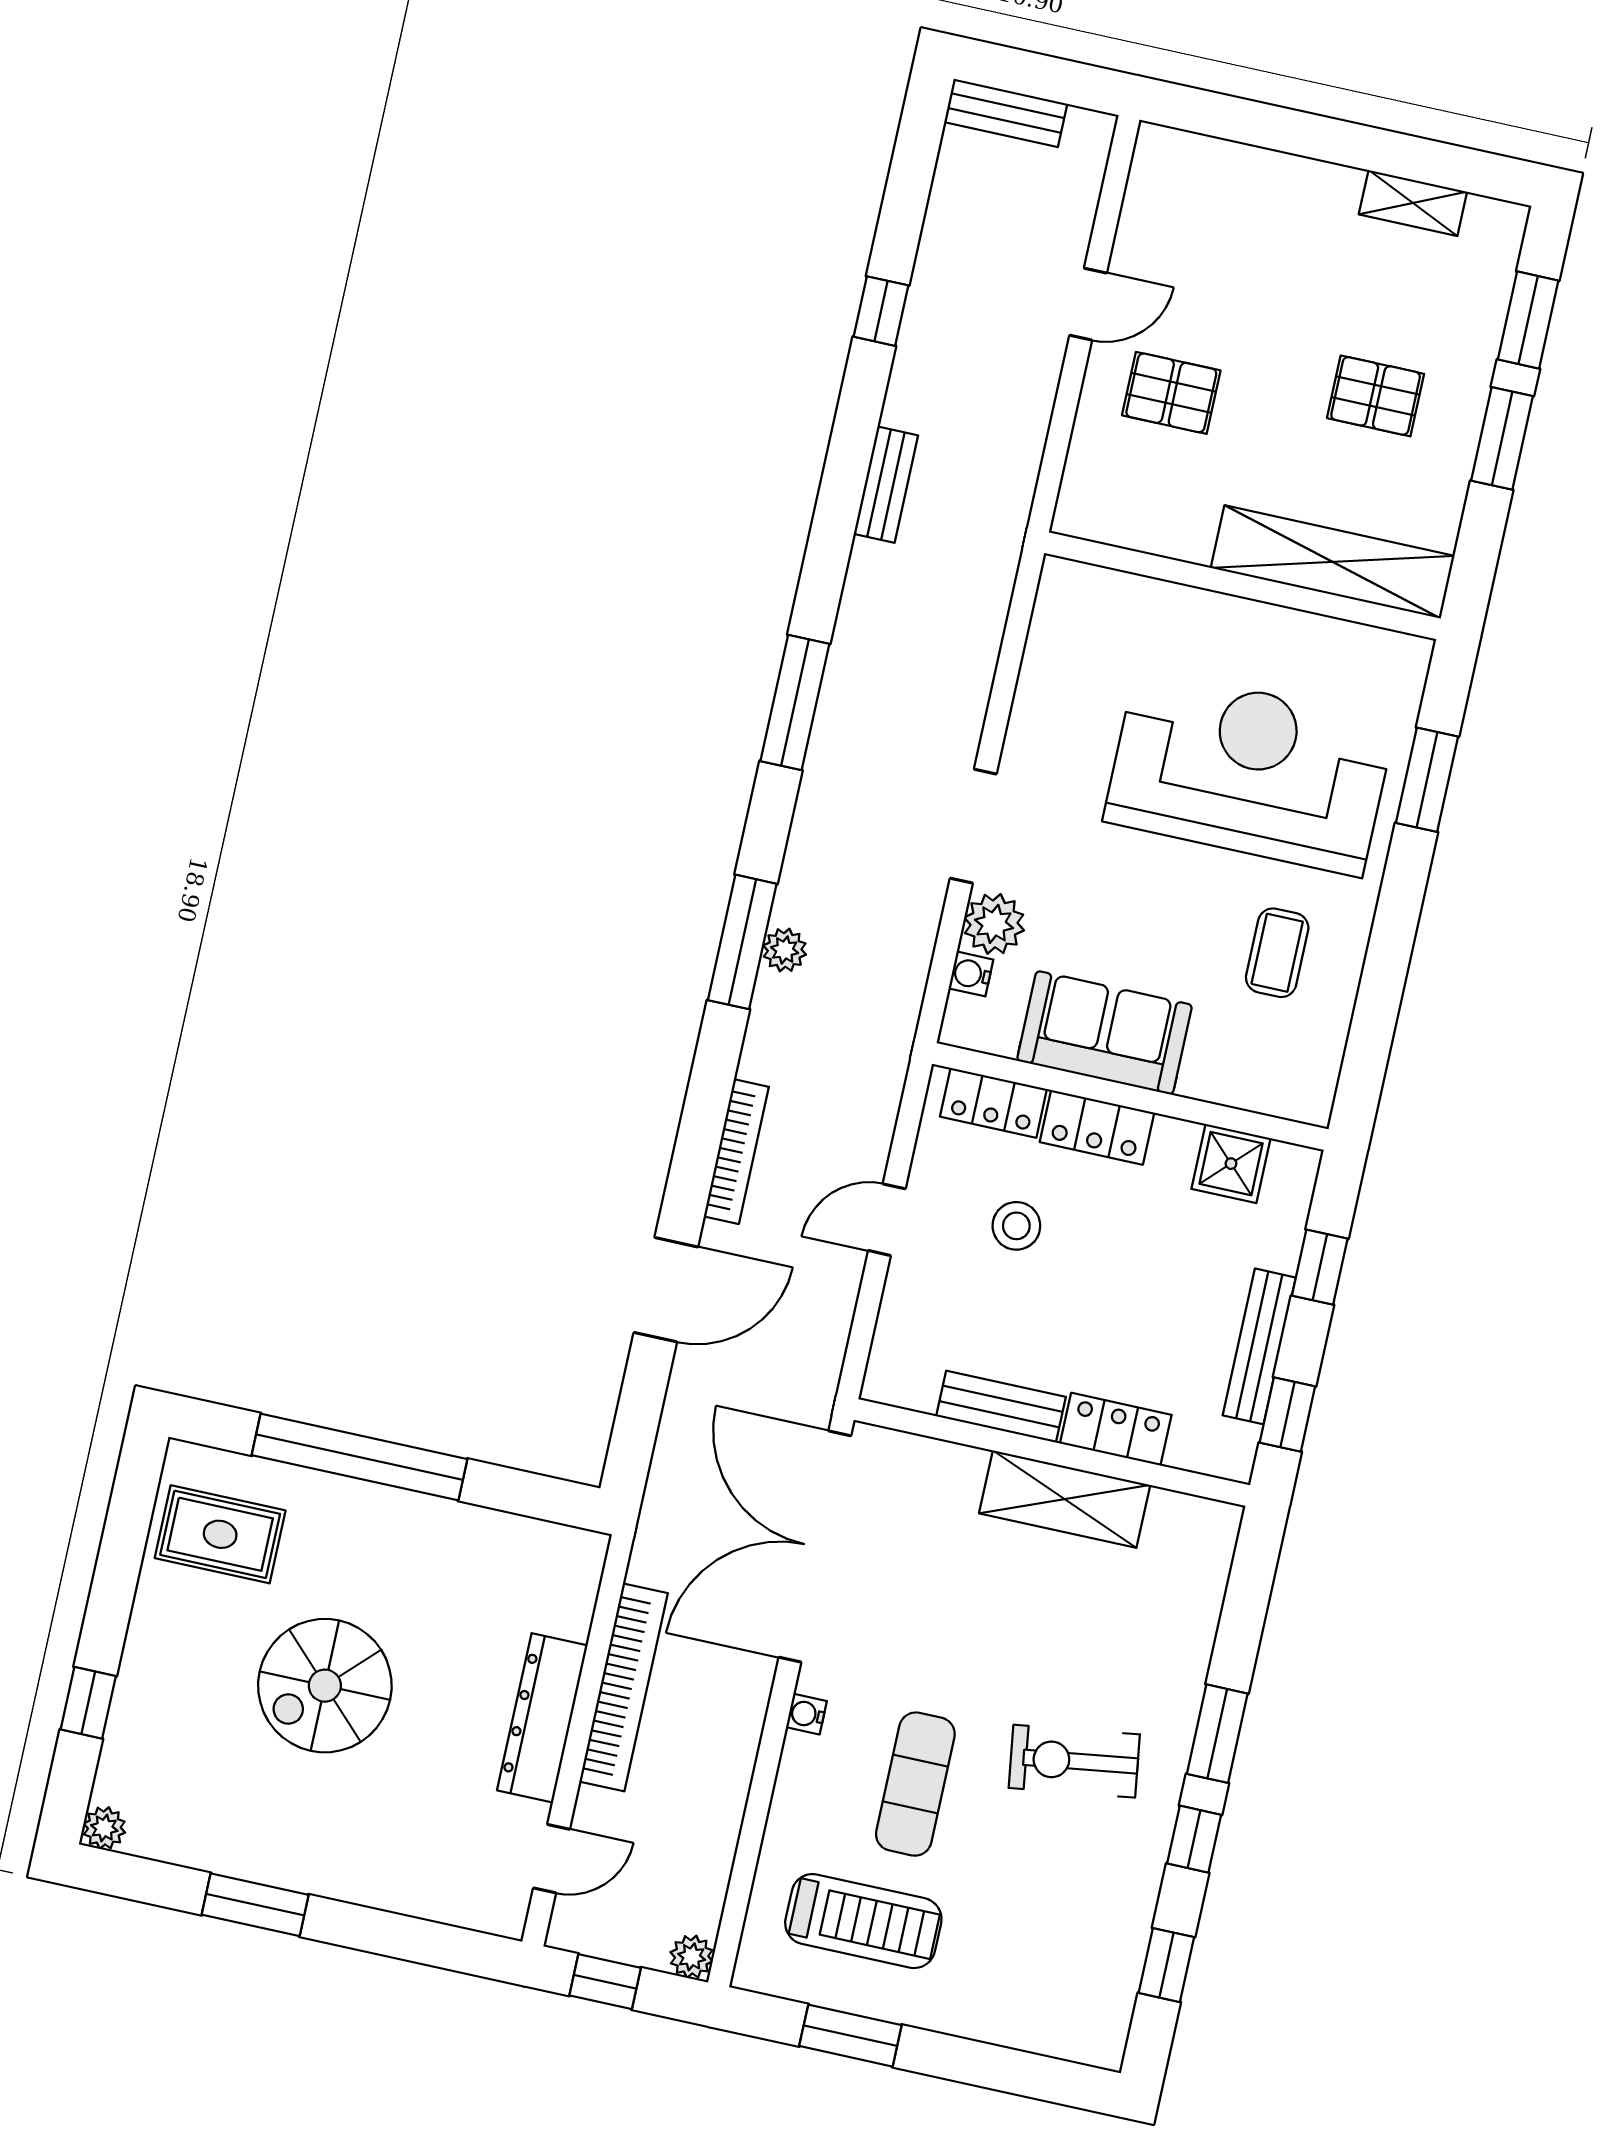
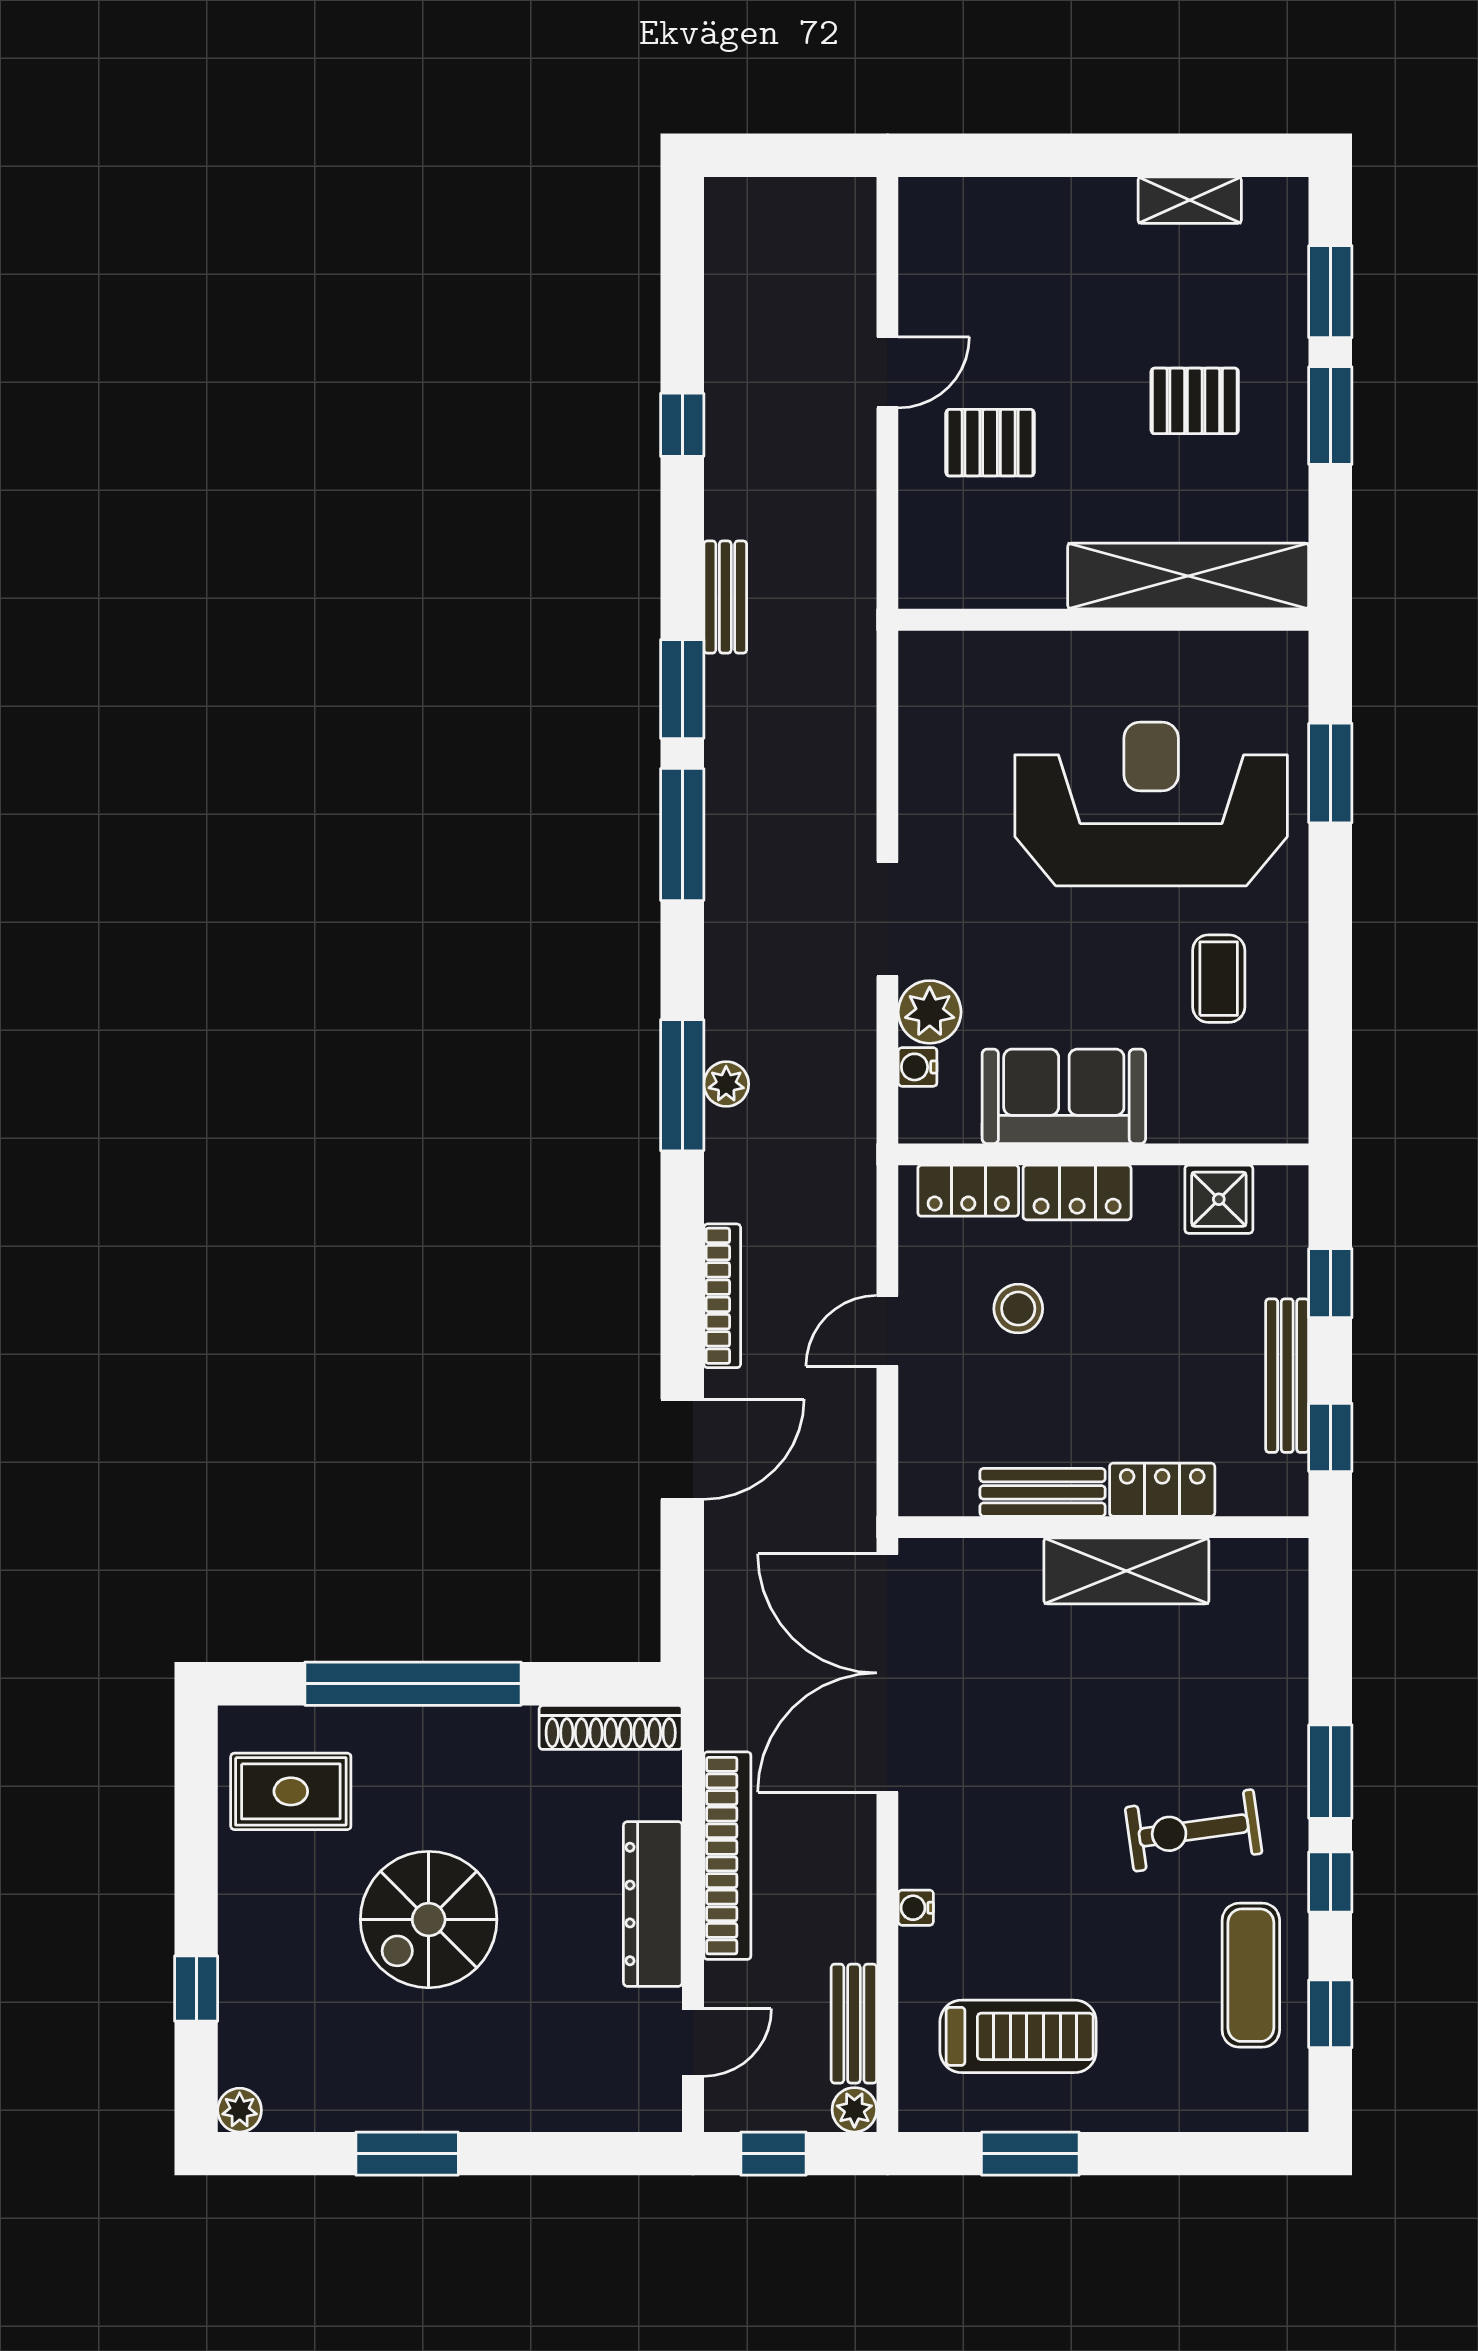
bench: (1006, 113) -> (854, 2024), moved, turned 90
window: (826, 563) -> (682, 689), added
shoe rack: (539, 1540) -> (611, 1727), added
water cooler: (806, 1714) -> (916, 1908), moved
exercise mat: (915, 1784) -> (1251, 1975), moved

